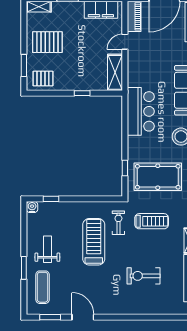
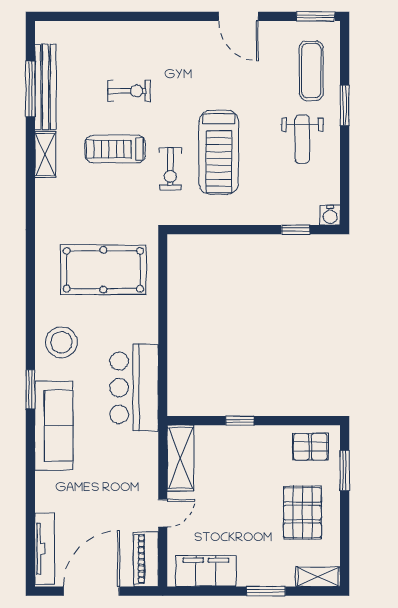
pallet: (47, 42) -> (302, 513), turned 90
window: (125, 168) -> (163, 286), removed
treadmill: (152, 221) -> (115, 149), moved
exercise bike: (118, 223) -> (170, 169), moved
exercise bike: (144, 276) -> (129, 91), width x0.73, depth x0.72
window: (50, 317) -> (316, 16), moved

